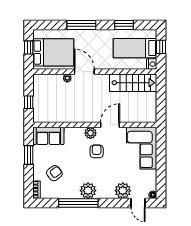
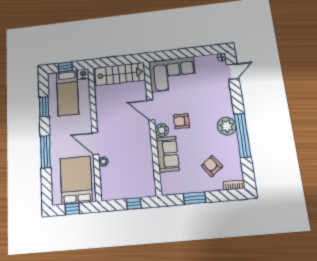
door: (84, 72) -> (95, 144), hinge flipped
stairs: (133, 83) -> (120, 74), moved, turned 90
sofa: (48, 136) -> (168, 154), moved
plant: (123, 191) -> (221, 89), removed

